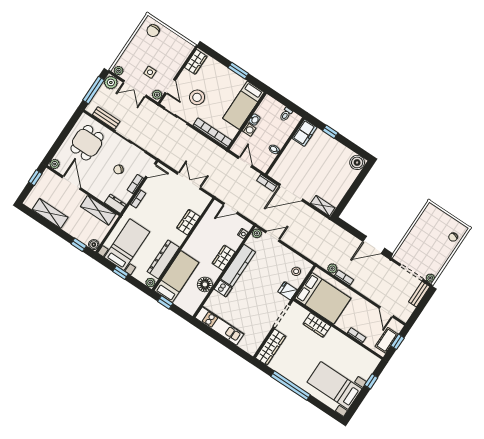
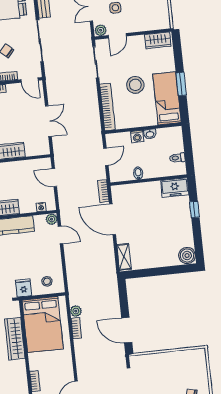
stool: (197, 97) -> (135, 85), moved
bed: (243, 105) -> (167, 98), moved, turned 90
wardrobe: (317, 325) -> (15, 339), width x1.50

